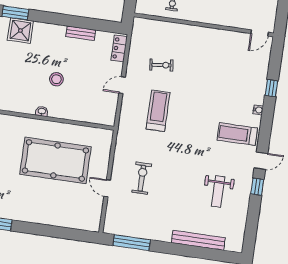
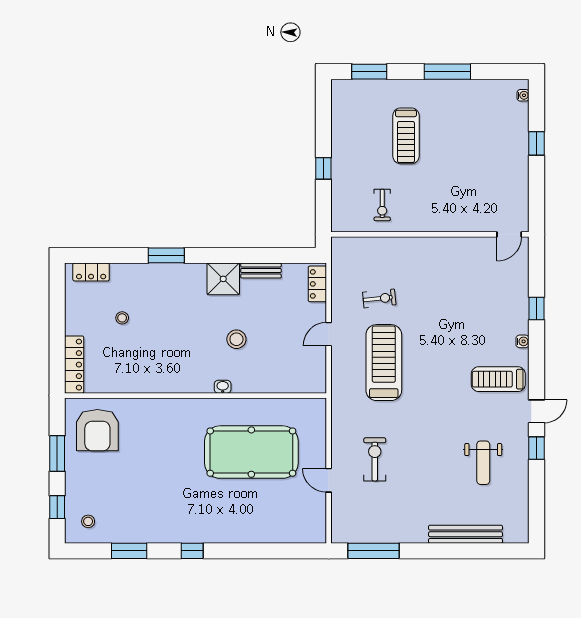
shower: (20, 31) -> (223, 279), moved
treadmill: (158, 111) -> (384, 363), width x1.37, depth x1.38

